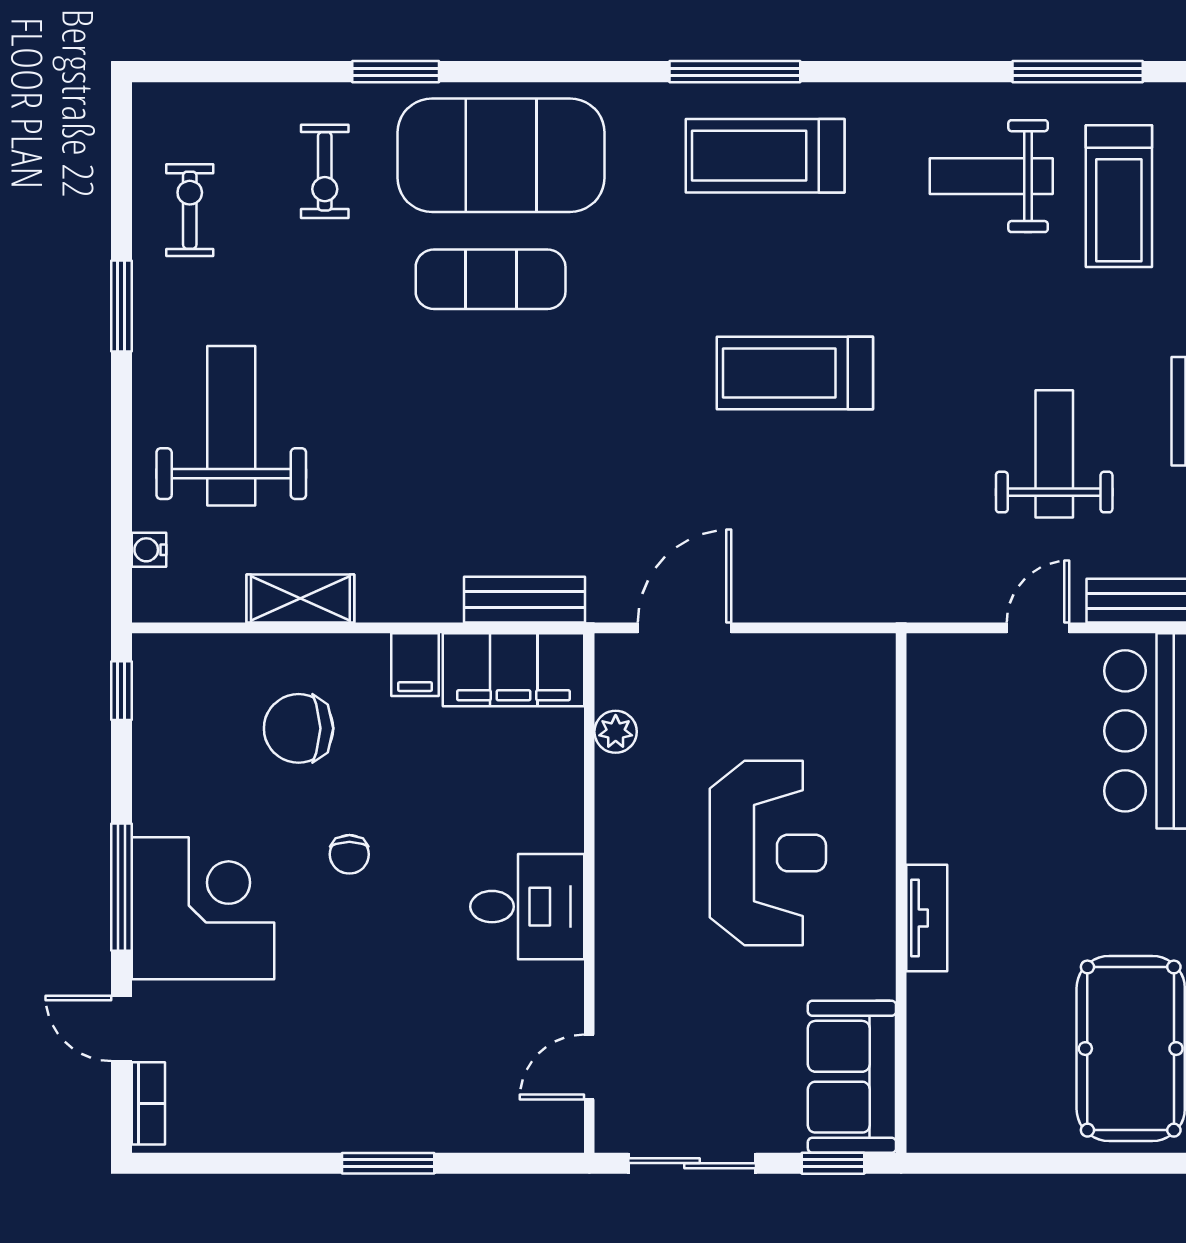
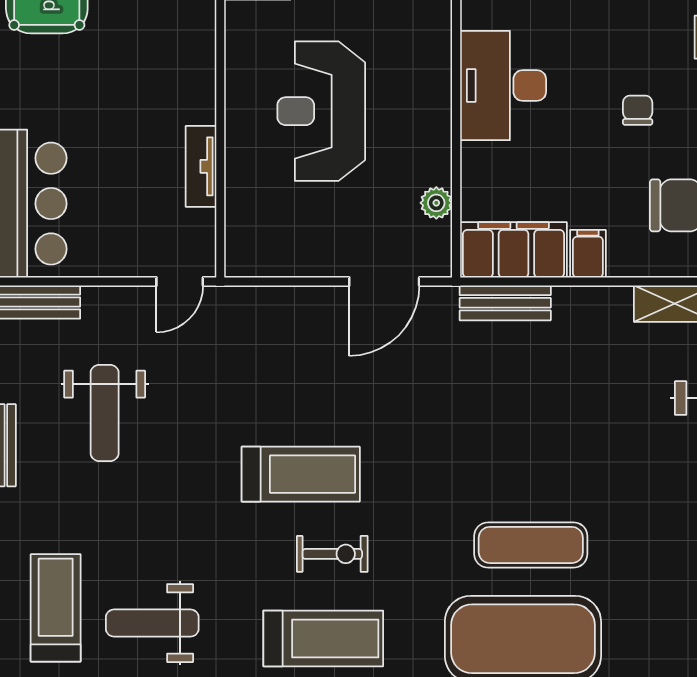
exercise bike: (325, 171) -> (332, 554), moved, turned 90
weight bench: (991, 176) -> (152, 623), turned 180
door: (1038, 628) -> (180, 281), moved
desk: (527, 907) -> (503, 86), width x1.37
tv unit: (927, 918) -> (201, 166), moved

